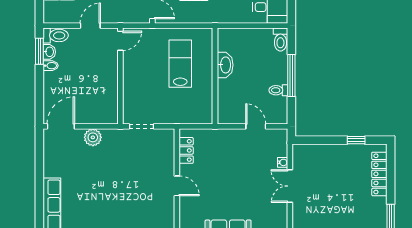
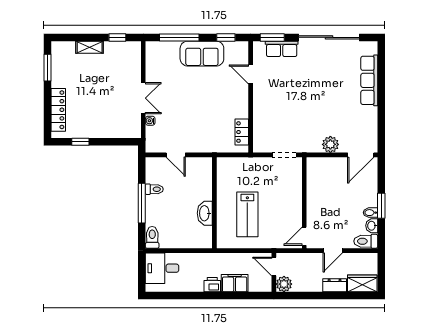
window: (39, 51) -> (381, 206), moved
door: (177, 186) -> (251, 74), moved

